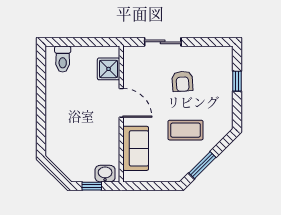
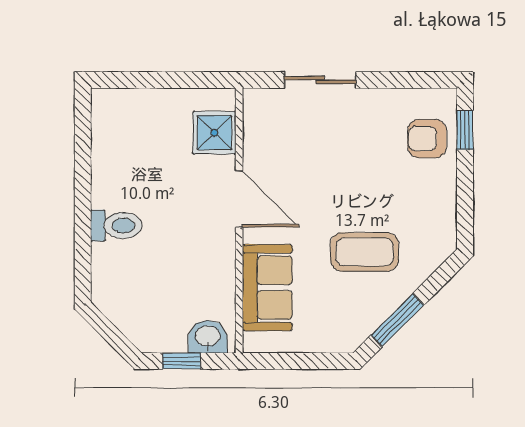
toilet: (63, 59) -> (116, 225), moved, turned -90
armchair: (182, 81) -> (427, 139), moved, turned 94
window: (237, 81) -> (465, 130), moved

